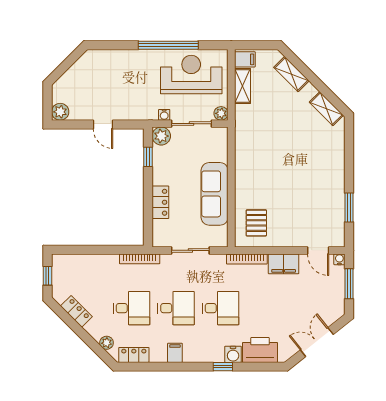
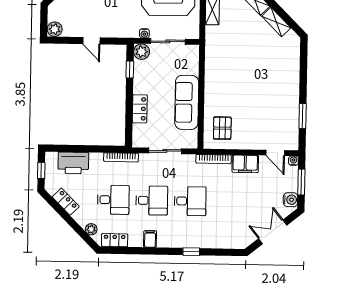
shelving: (326, 109) -> (276, 22), moved
plant: (221, 113) -> (193, 33), removed
printer: (260, 350) -> (73, 163), moved, turned 180
water cooler: (233, 354) -> (290, 200), moved, turned -90

